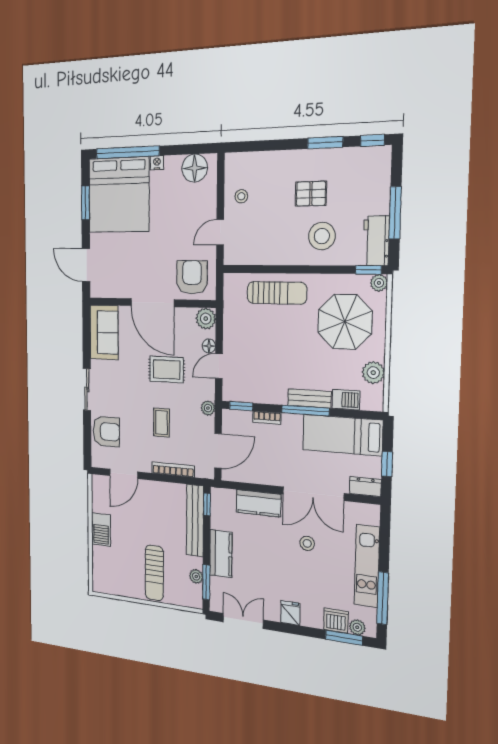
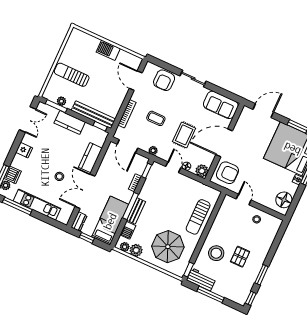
plant: (379, 283) -> (125, 247), moved

